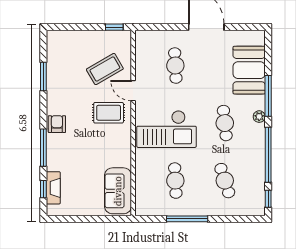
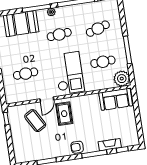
fireplace: (53, 188) -> (110, 145), moved
plant: (147, 204) -> (122, 79), added

